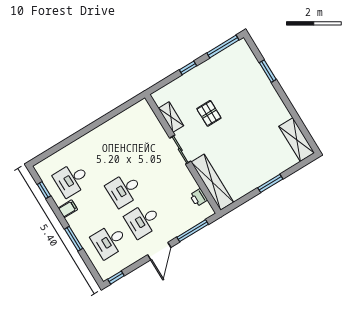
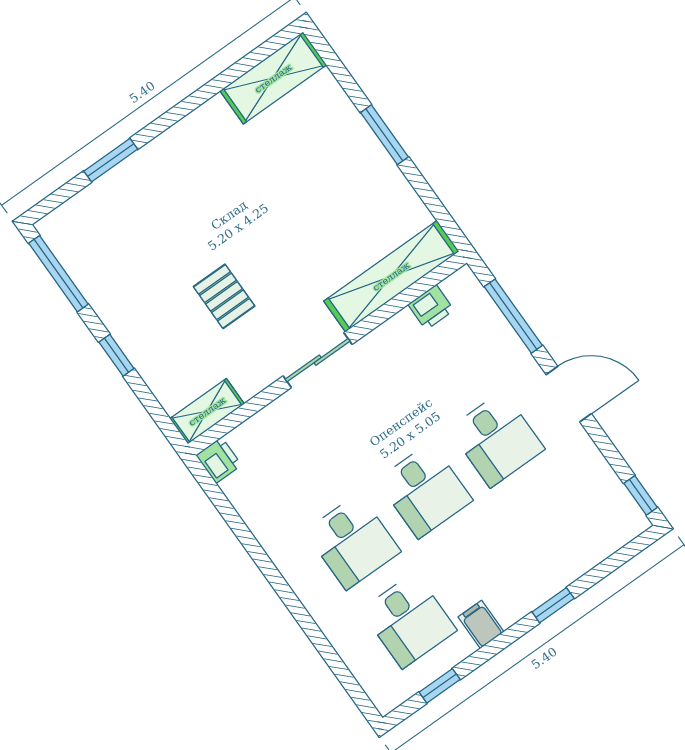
printer: (142, 107) -> (219, 460), added
pallet: (209, 113) -> (224, 296), turned 90
shelving: (171, 117) -> (207, 411), moved
window: (74, 239) -> (553, 605), width x0.67
desk: (109, 241) -> (353, 541), moved

